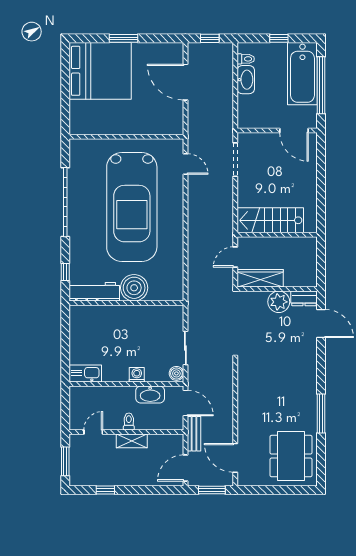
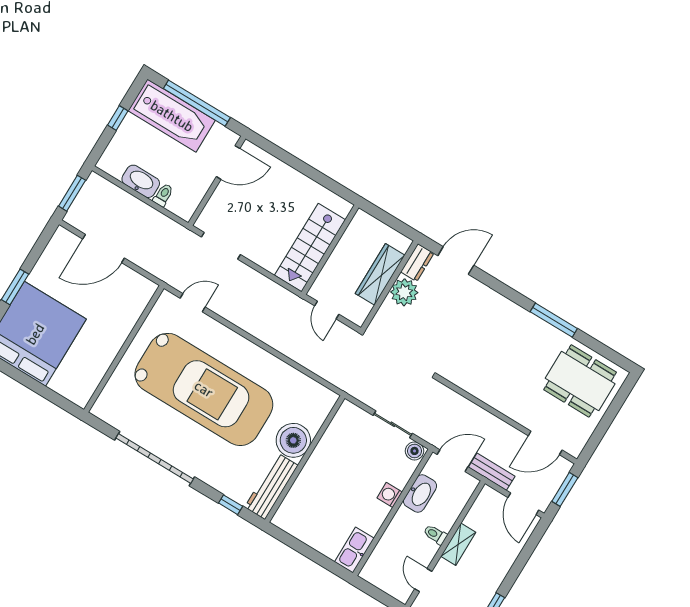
window: (210, 38) -> (72, 193), width x1.50
toilet: (246, 59) -> (163, 195), moved
wardrobe: (260, 278) -> (380, 274), moved

